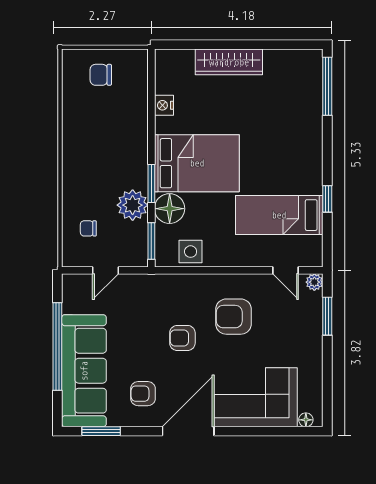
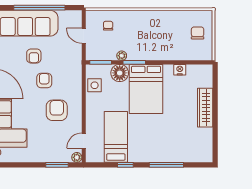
window: (327, 86) -> (166, 165), moved
plant: (133, 205) -> (122, 56), width x0.53, depth x0.53
armchair: (143, 394) -> (34, 56), moved, turned 180

